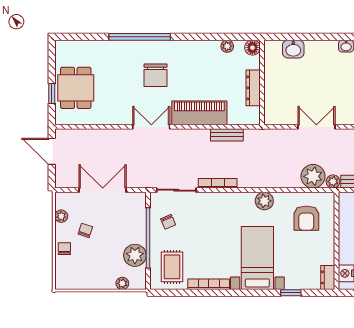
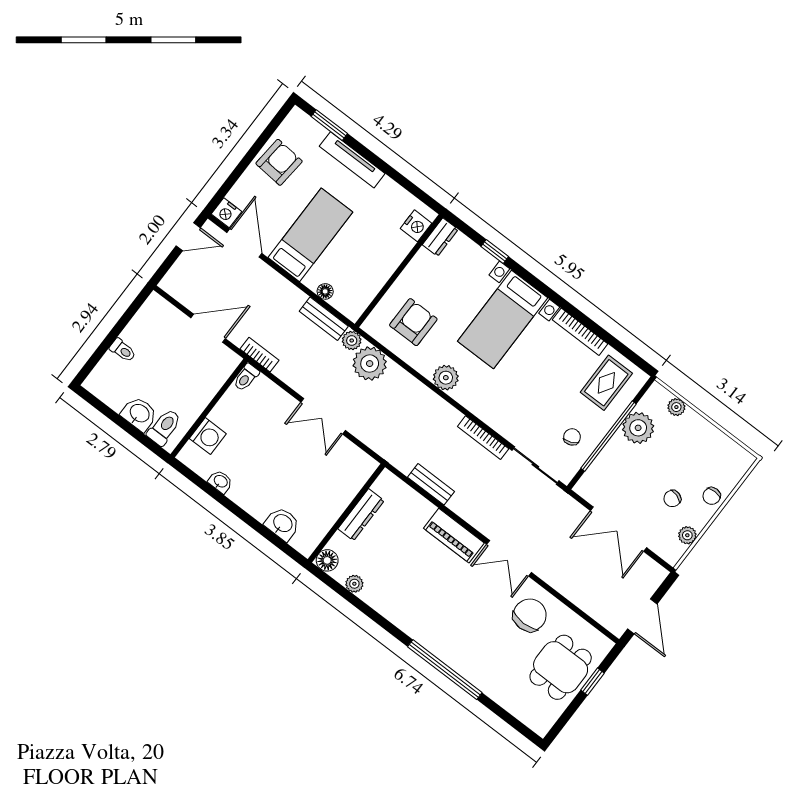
chair: (156, 75) -> (530, 615), moved
piano: (199, 113) -> (454, 536), width x0.73, depth x0.75

